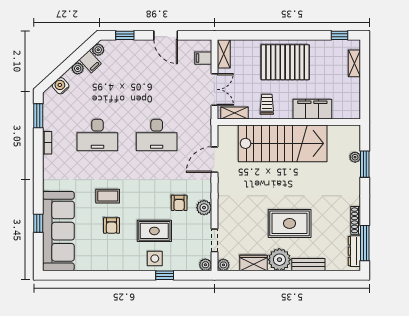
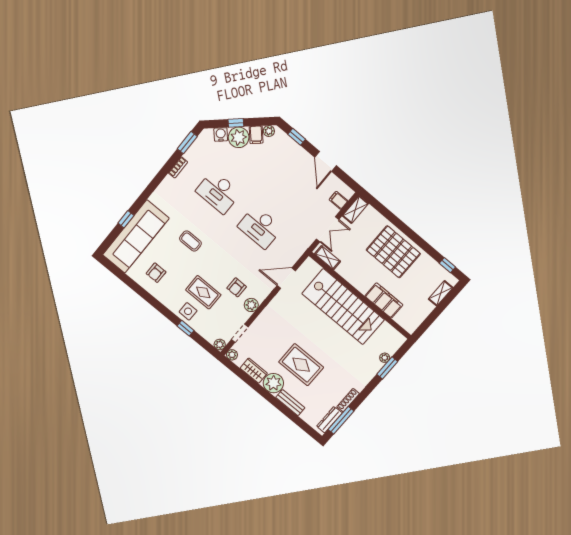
window: (65, 66) -> (236, 123), added
plant: (78, 69) -> (239, 137), width x1.87, depth x1.87
trolley: (267, 104) -> (355, 270), removed
armchair: (112, 225) -> (156, 273), moved

